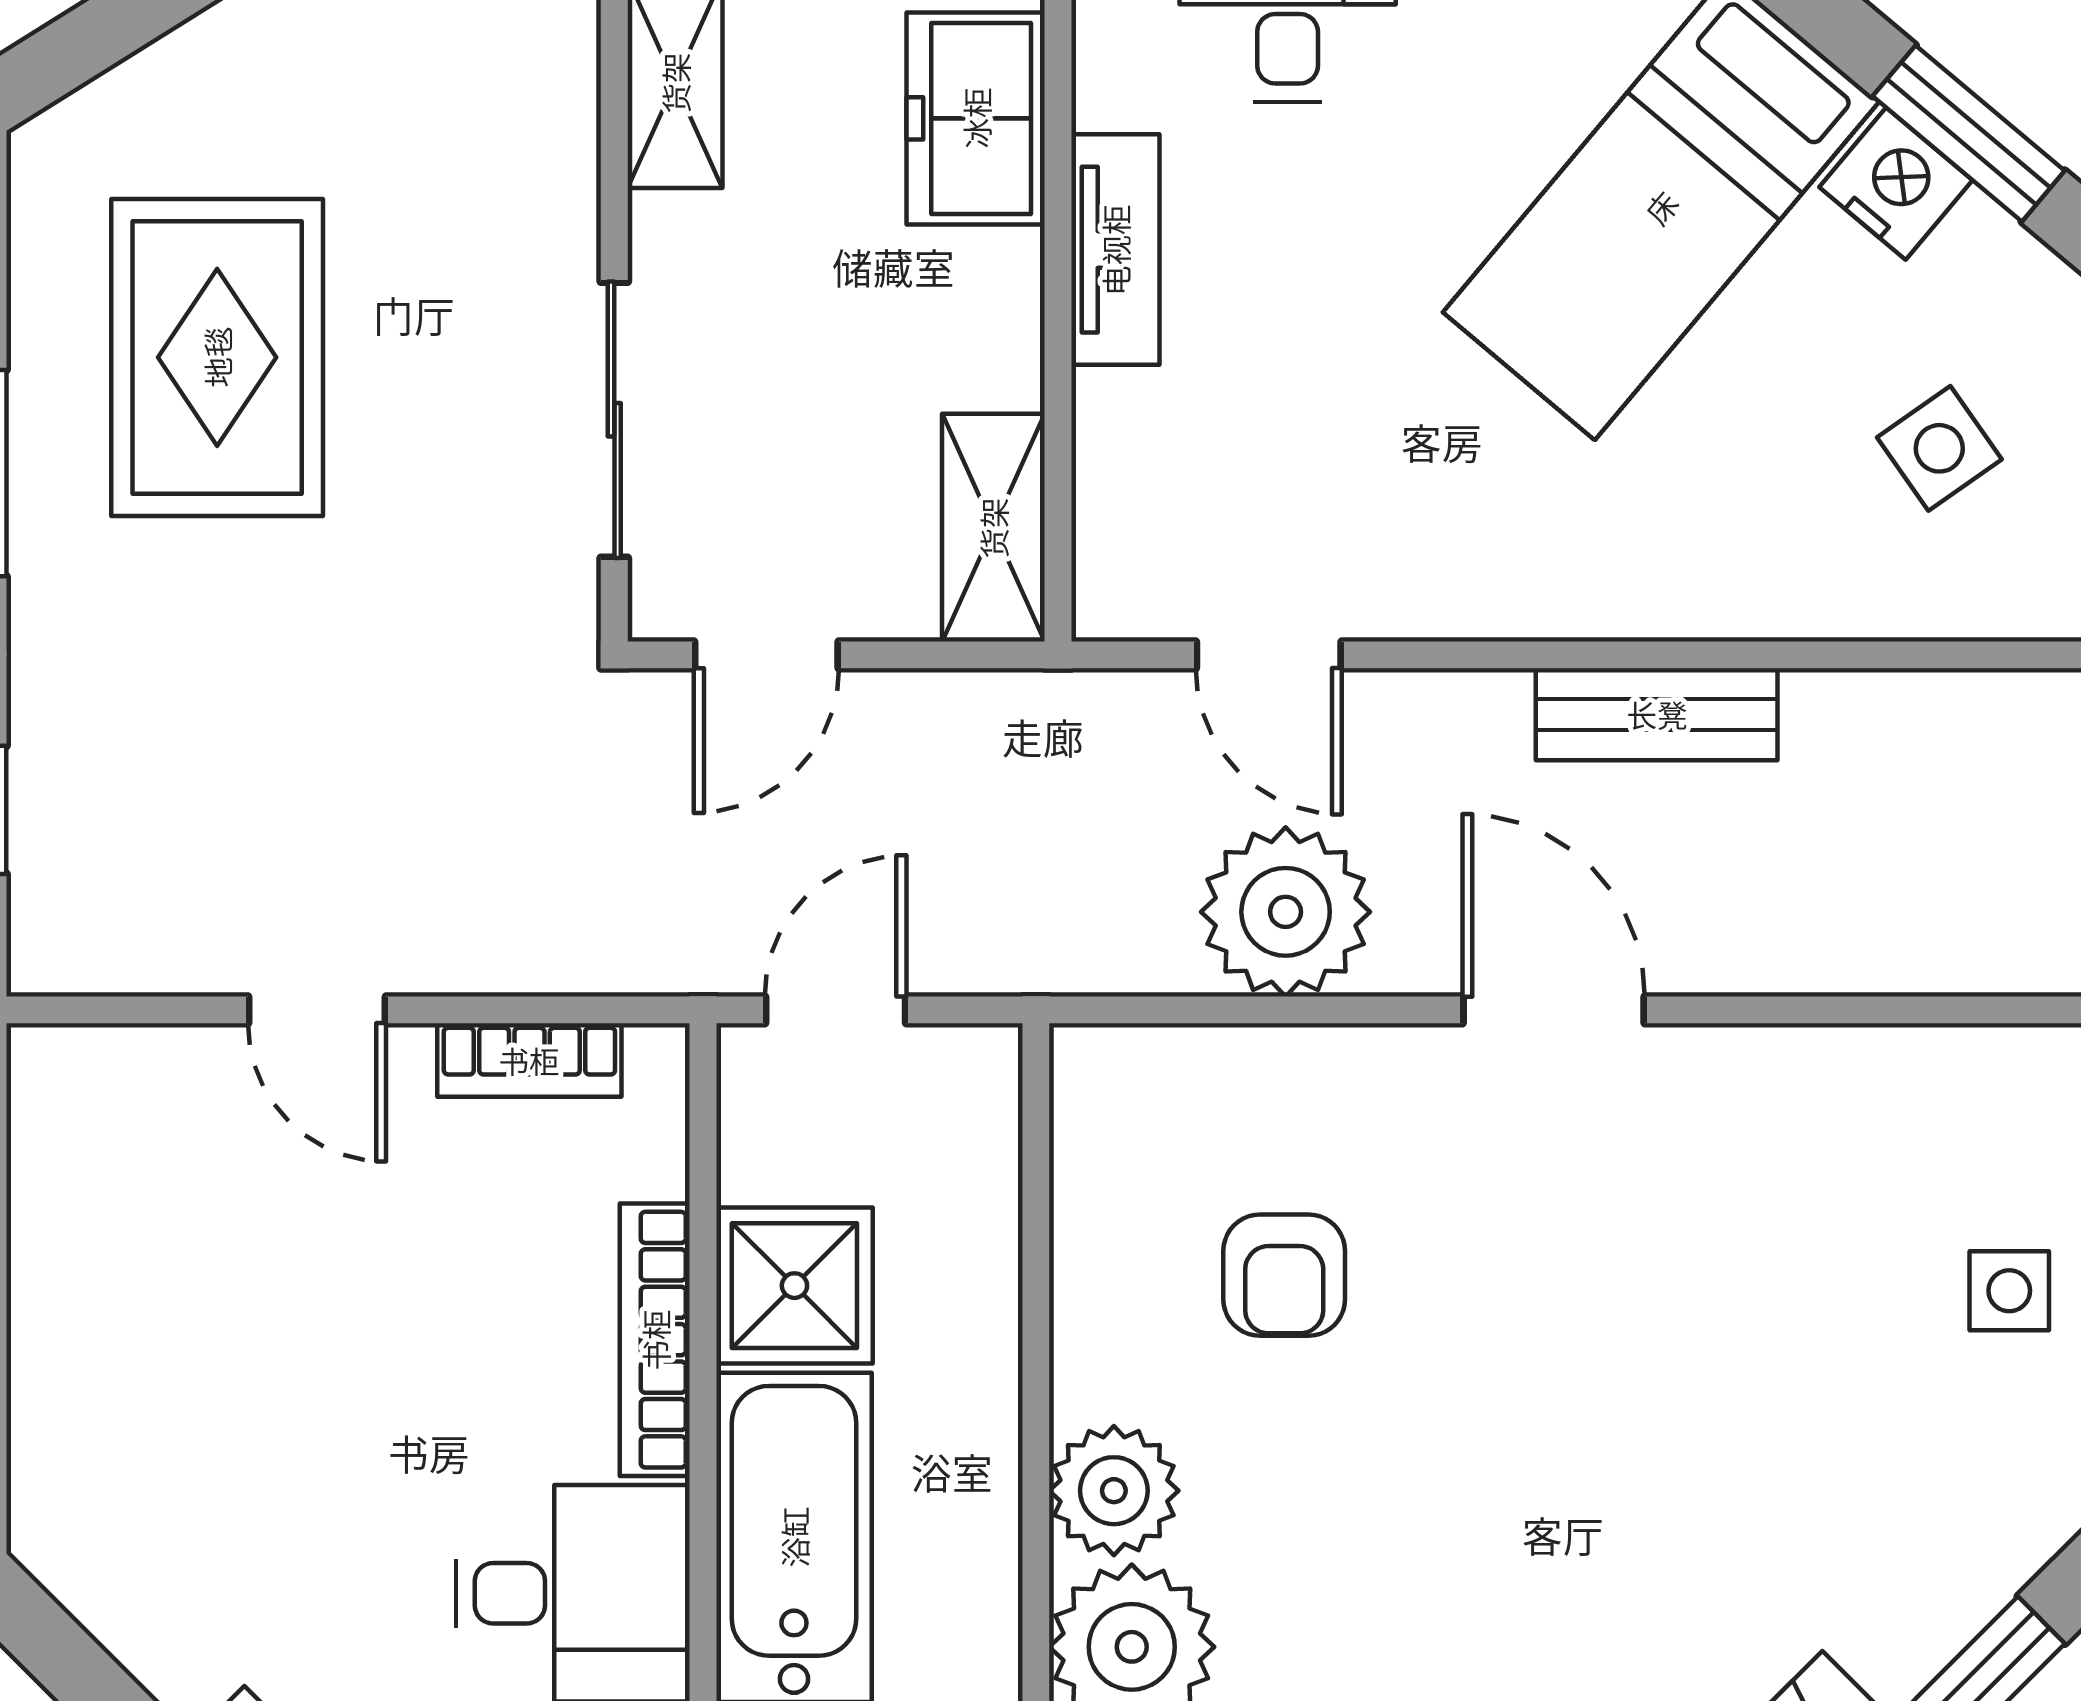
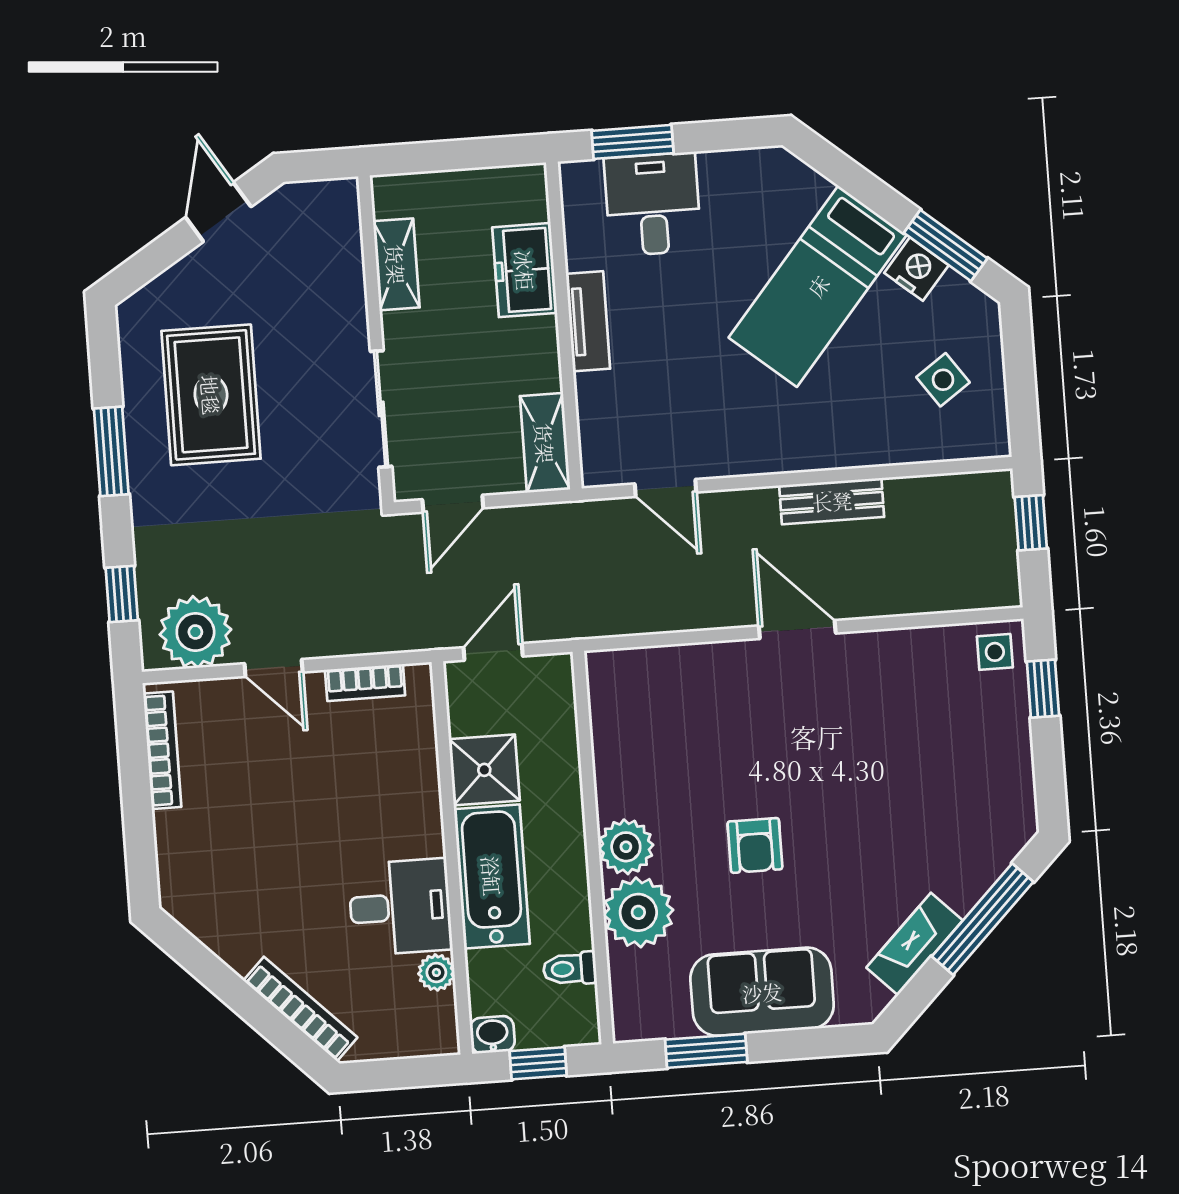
plant: (1286, 912) -> (195, 632), moved
armchair: (1284, 1275) -> (755, 845), moved
side table: (2009, 1291) -> (995, 652), moved
bookcase: (655, 1340) -> (162, 750), moved, turned 180

